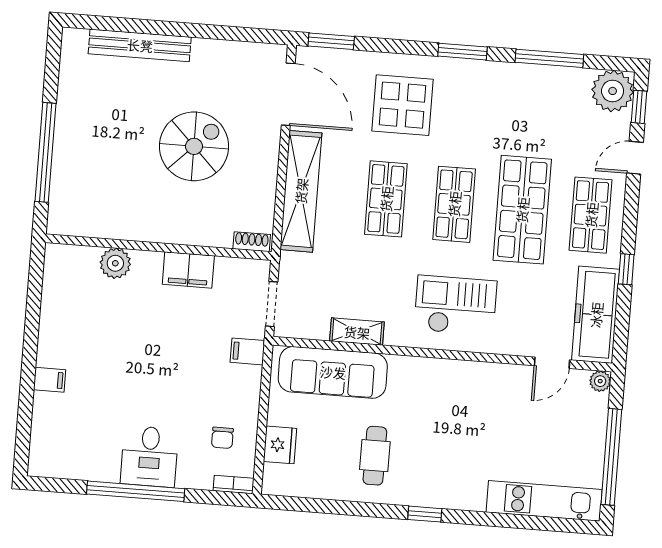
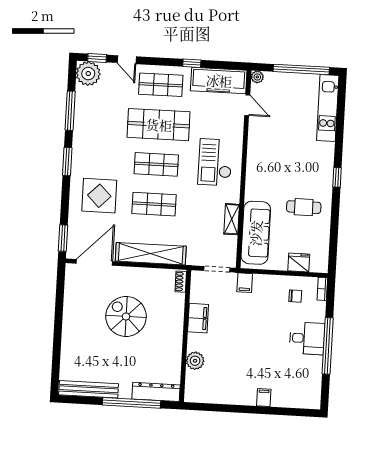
bench: (140, 45) -> (89, 389), moved, turned 90
dresser: (63, 195) -> (156, 392), added

